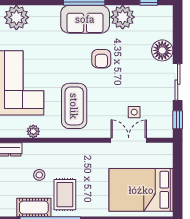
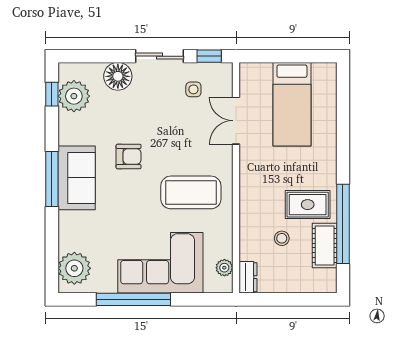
plant: (123, 17) -> (74, 96), moved
side table: (134, 112) -> (193, 89), moved
plant: (33, 131) -> (224, 268), moved
bed: (141, 190) -> (292, 104), width x0.67

